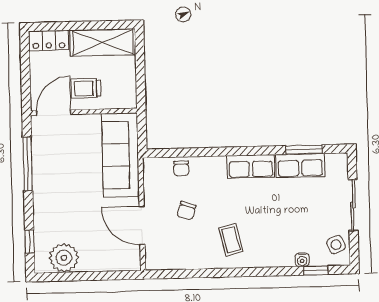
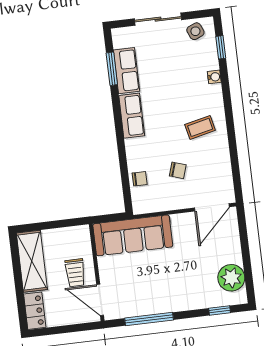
door: (142, 225) -> (212, 207), moved
water cooler: (302, 260) -> (214, 77), moved

